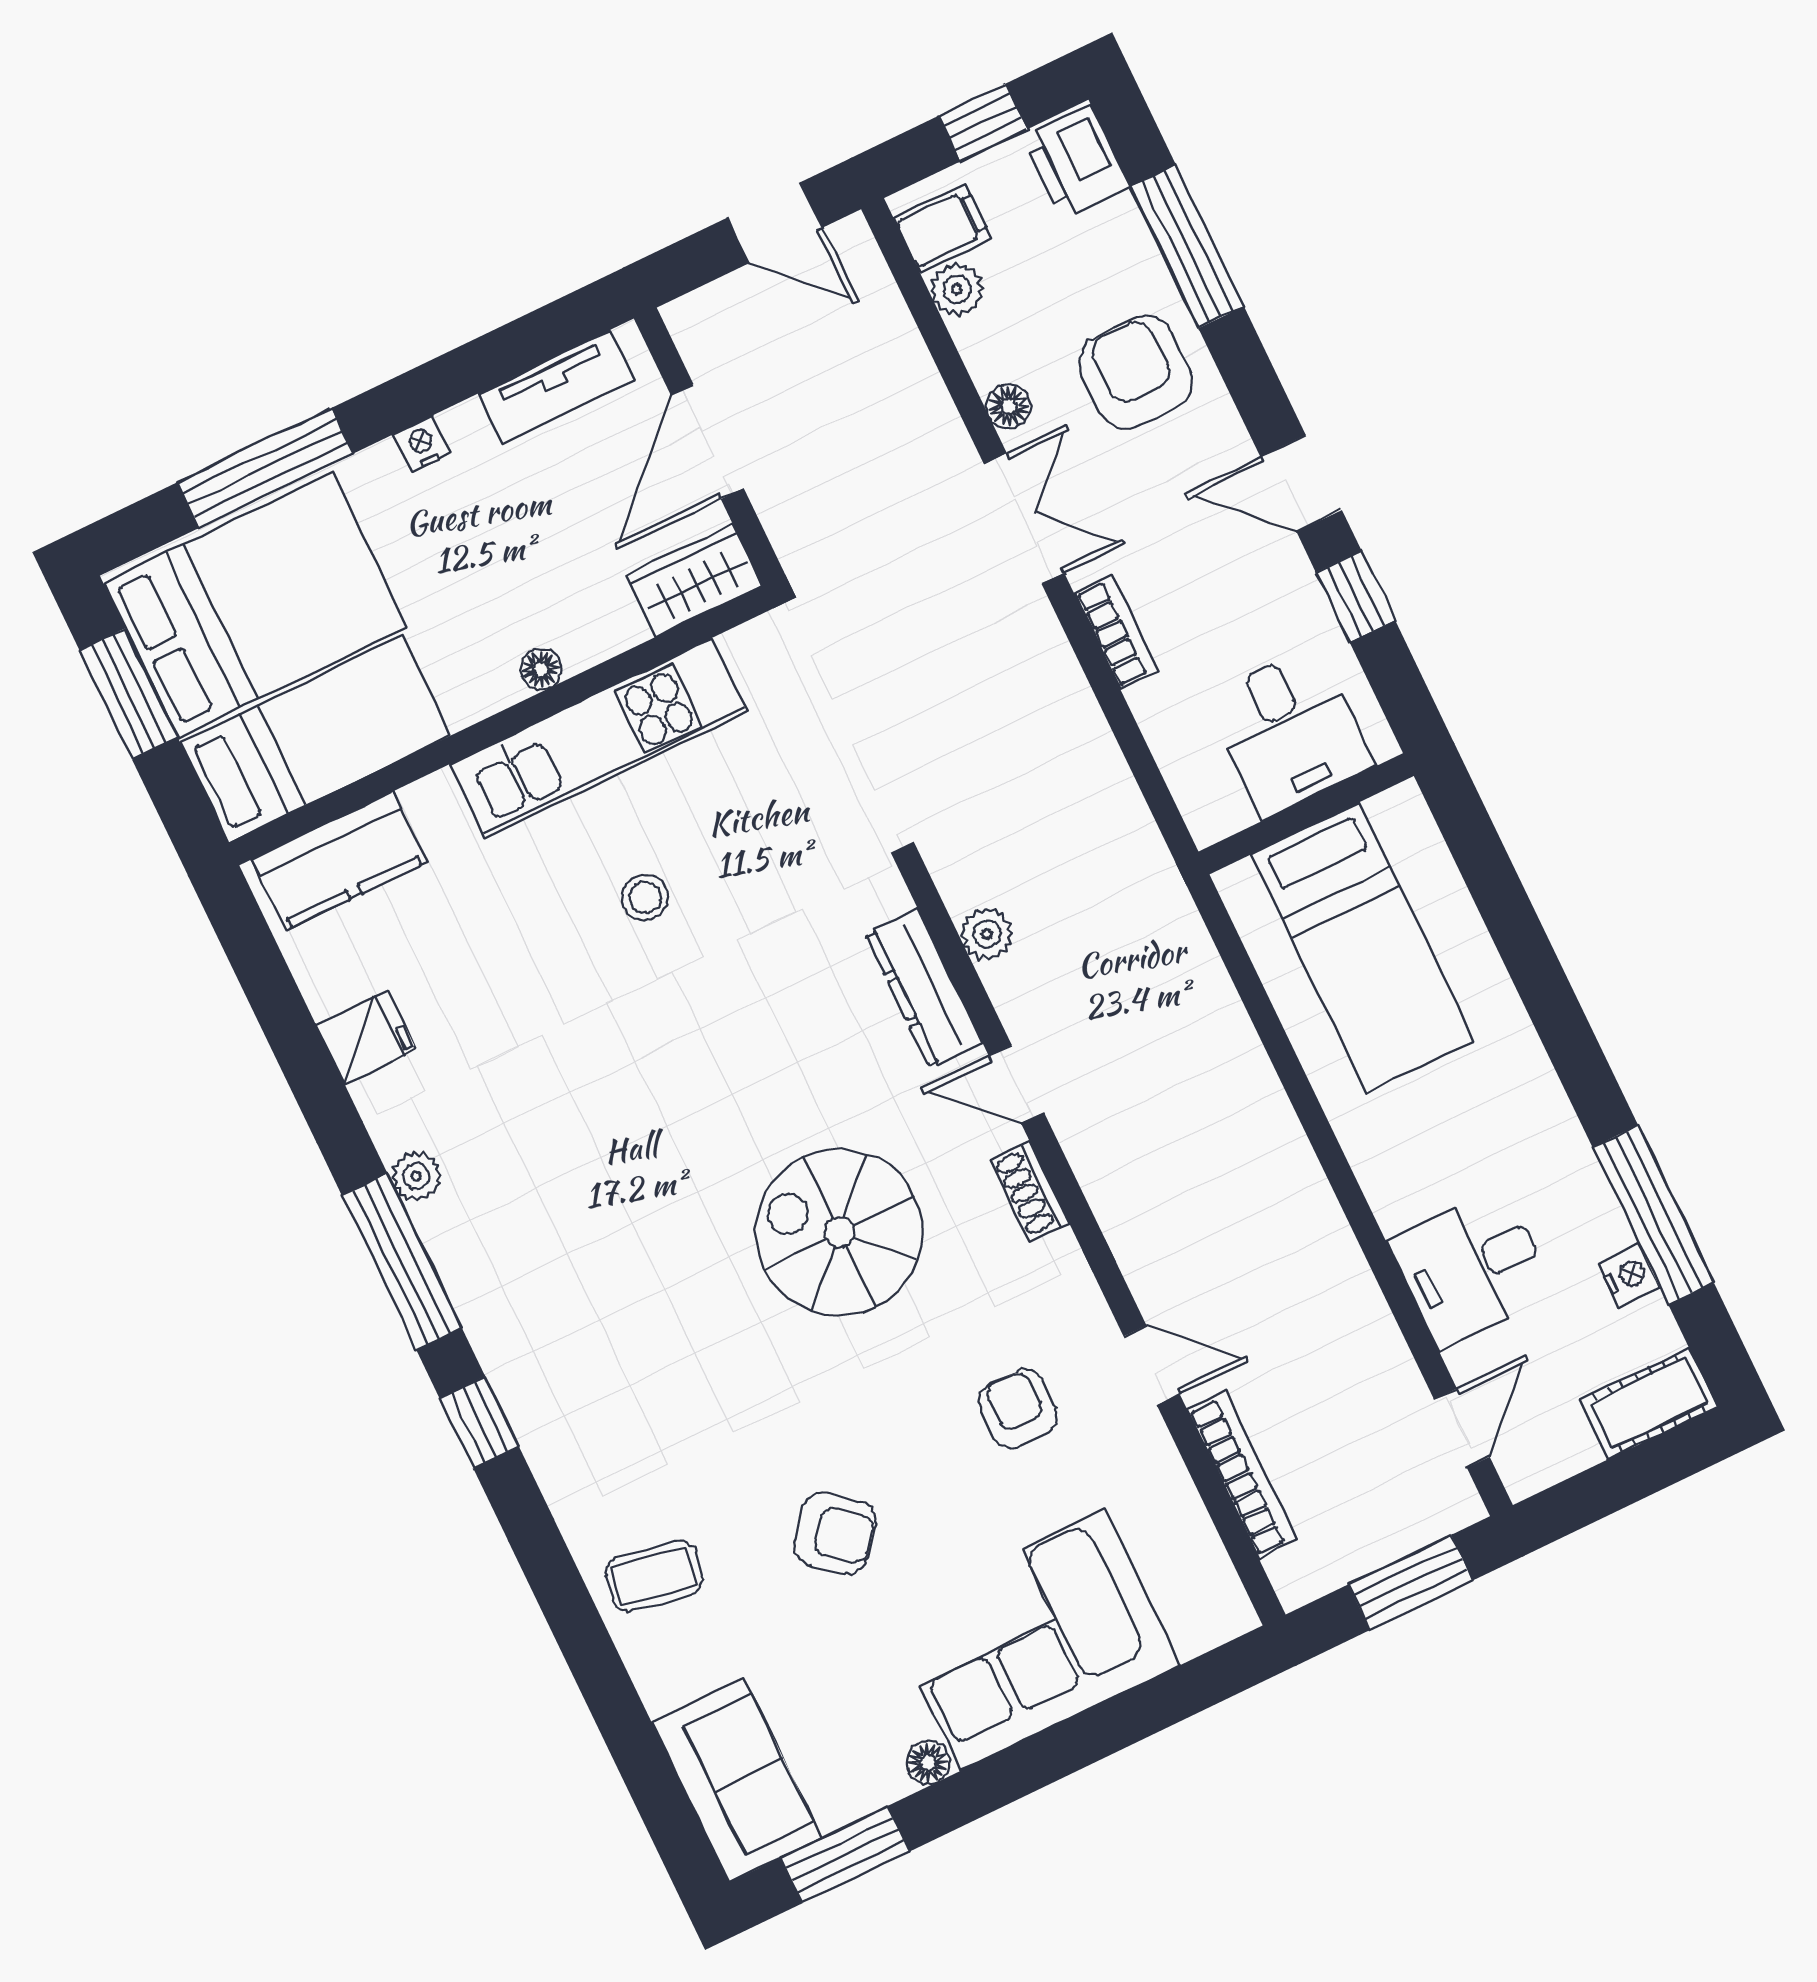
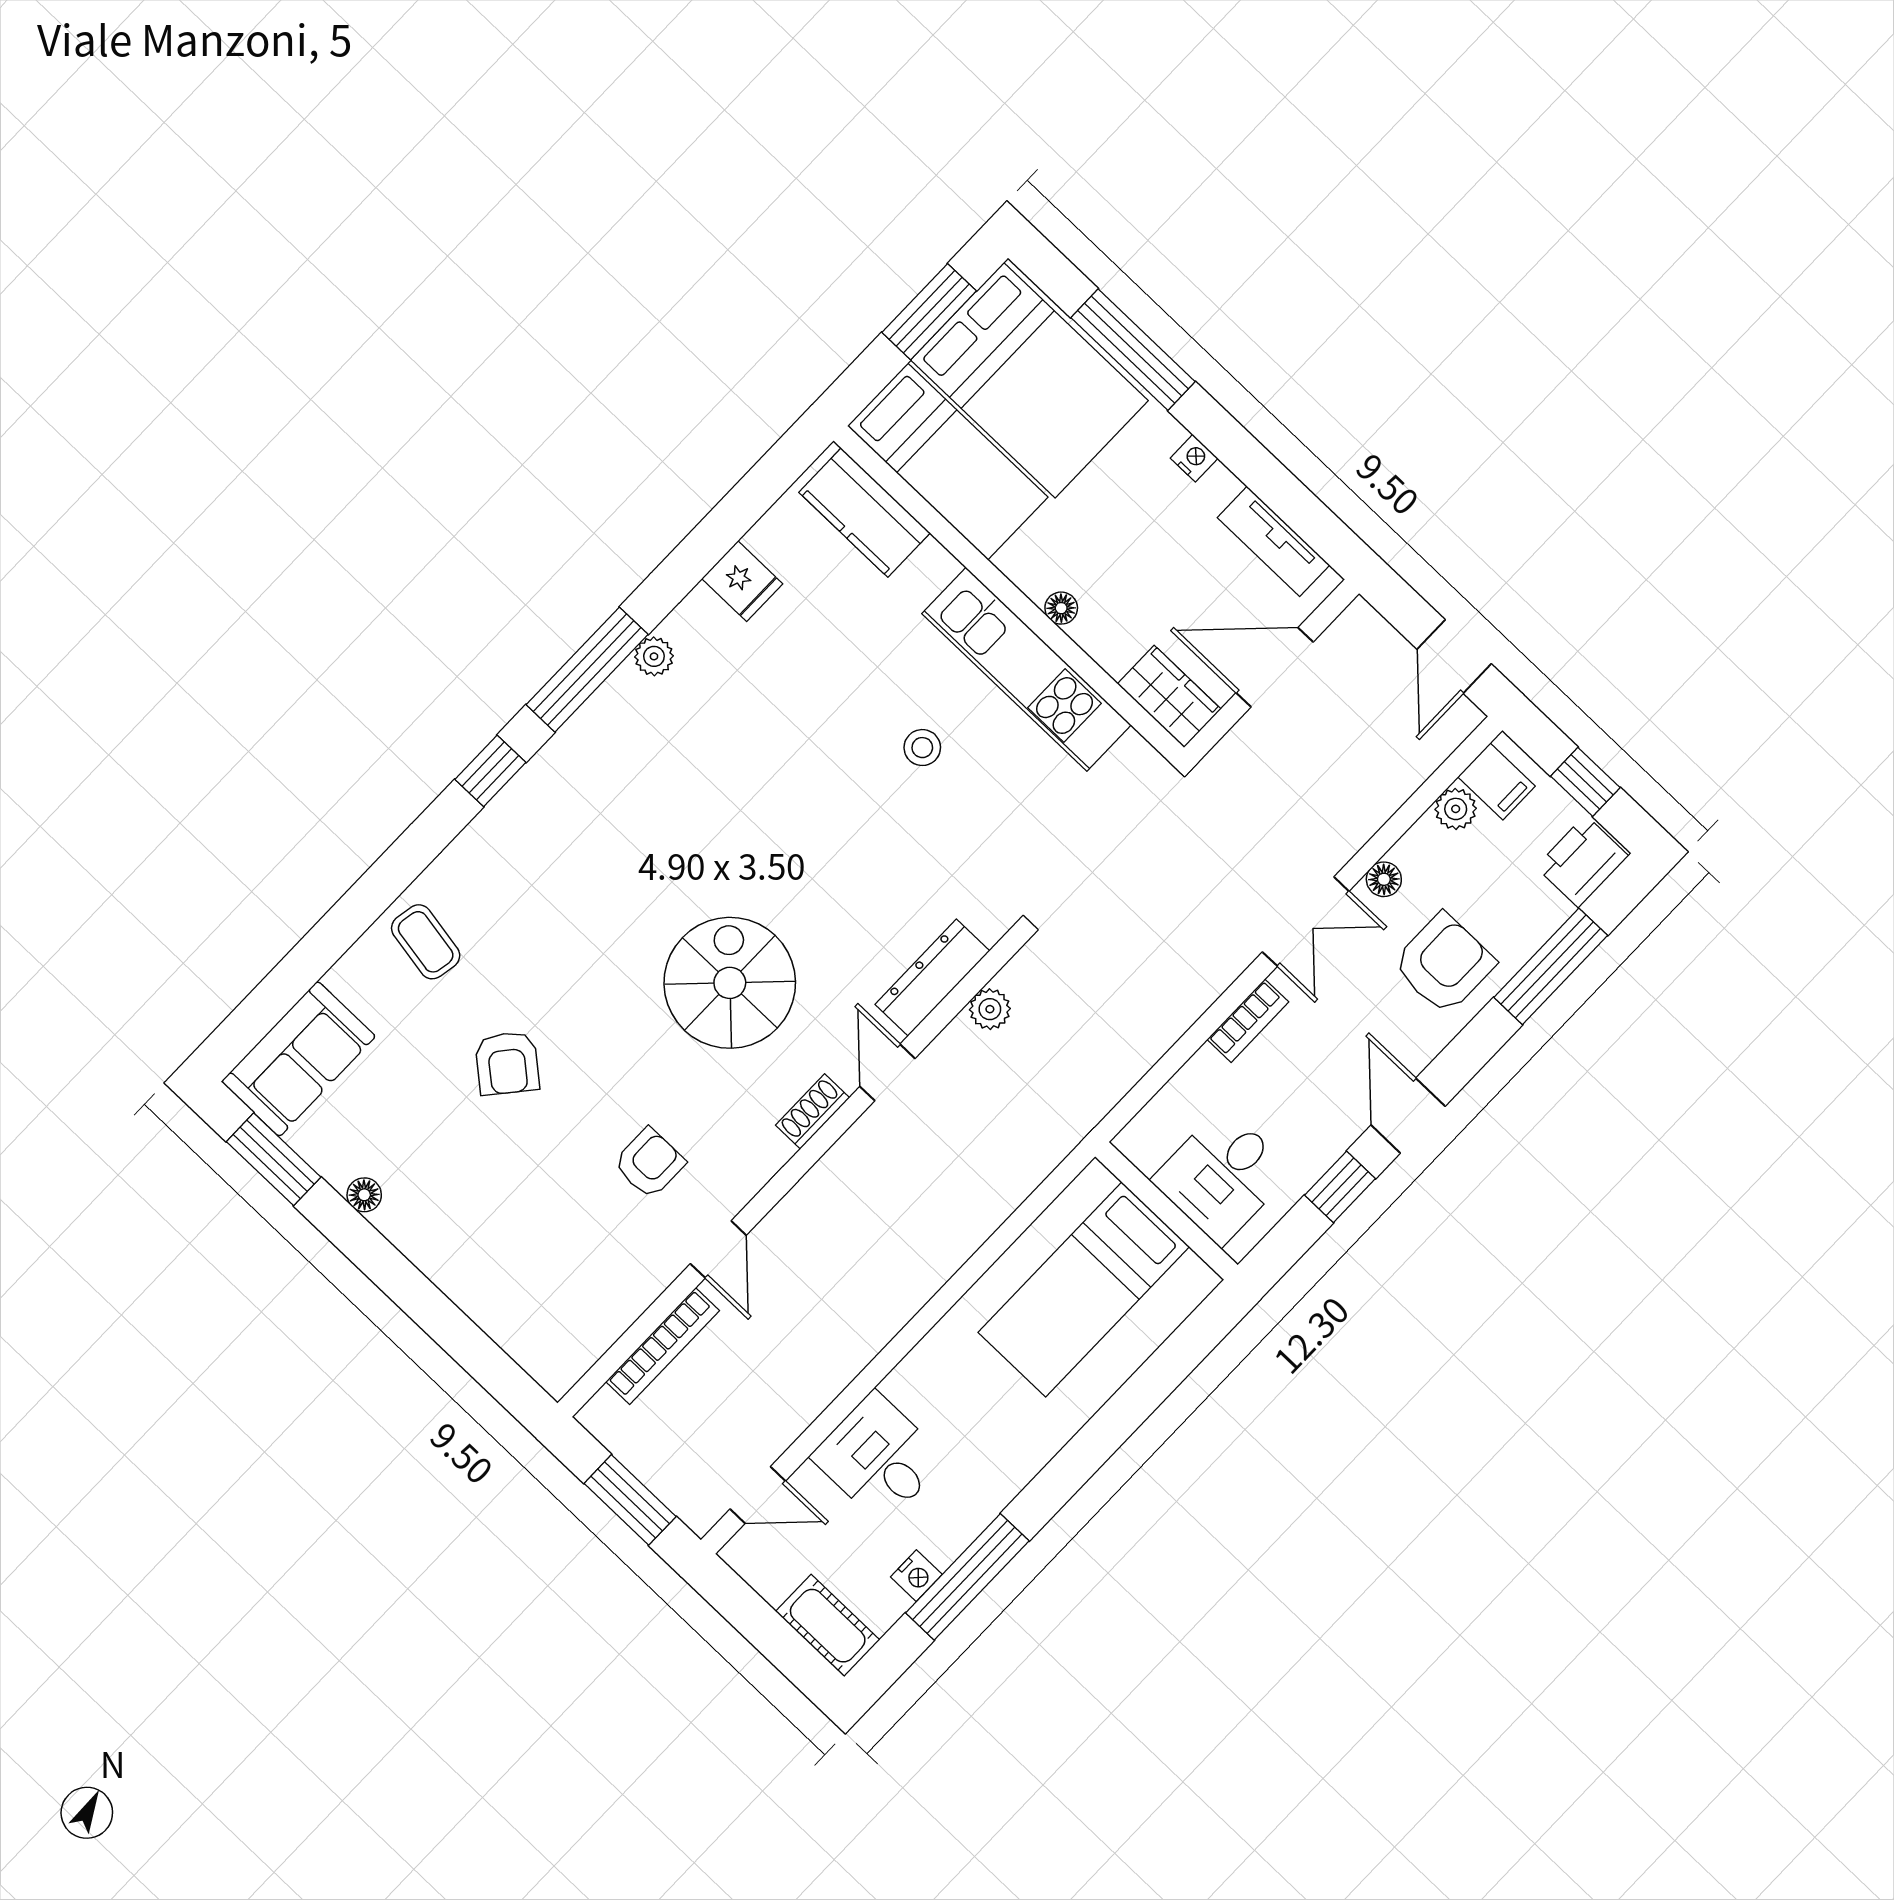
corner sofa: (1033, 1640) -> (484, 1238), removed

